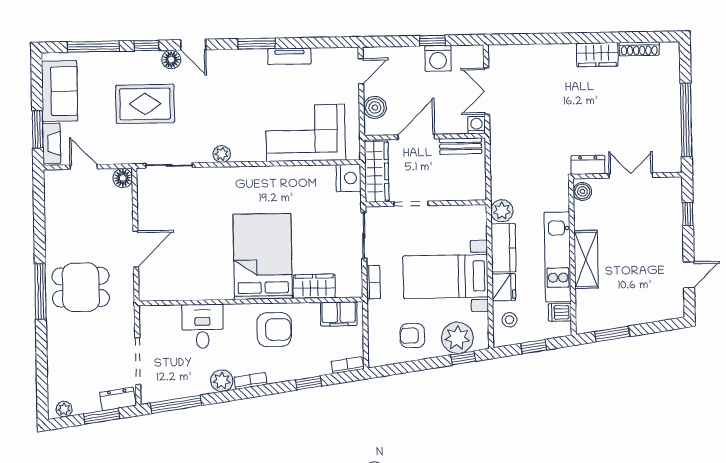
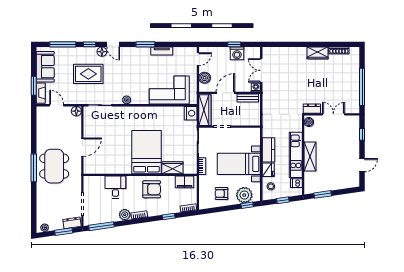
plant: (502, 211) -> (268, 131), removed
dining table: (81, 287) -> (54, 166), width x1.38

